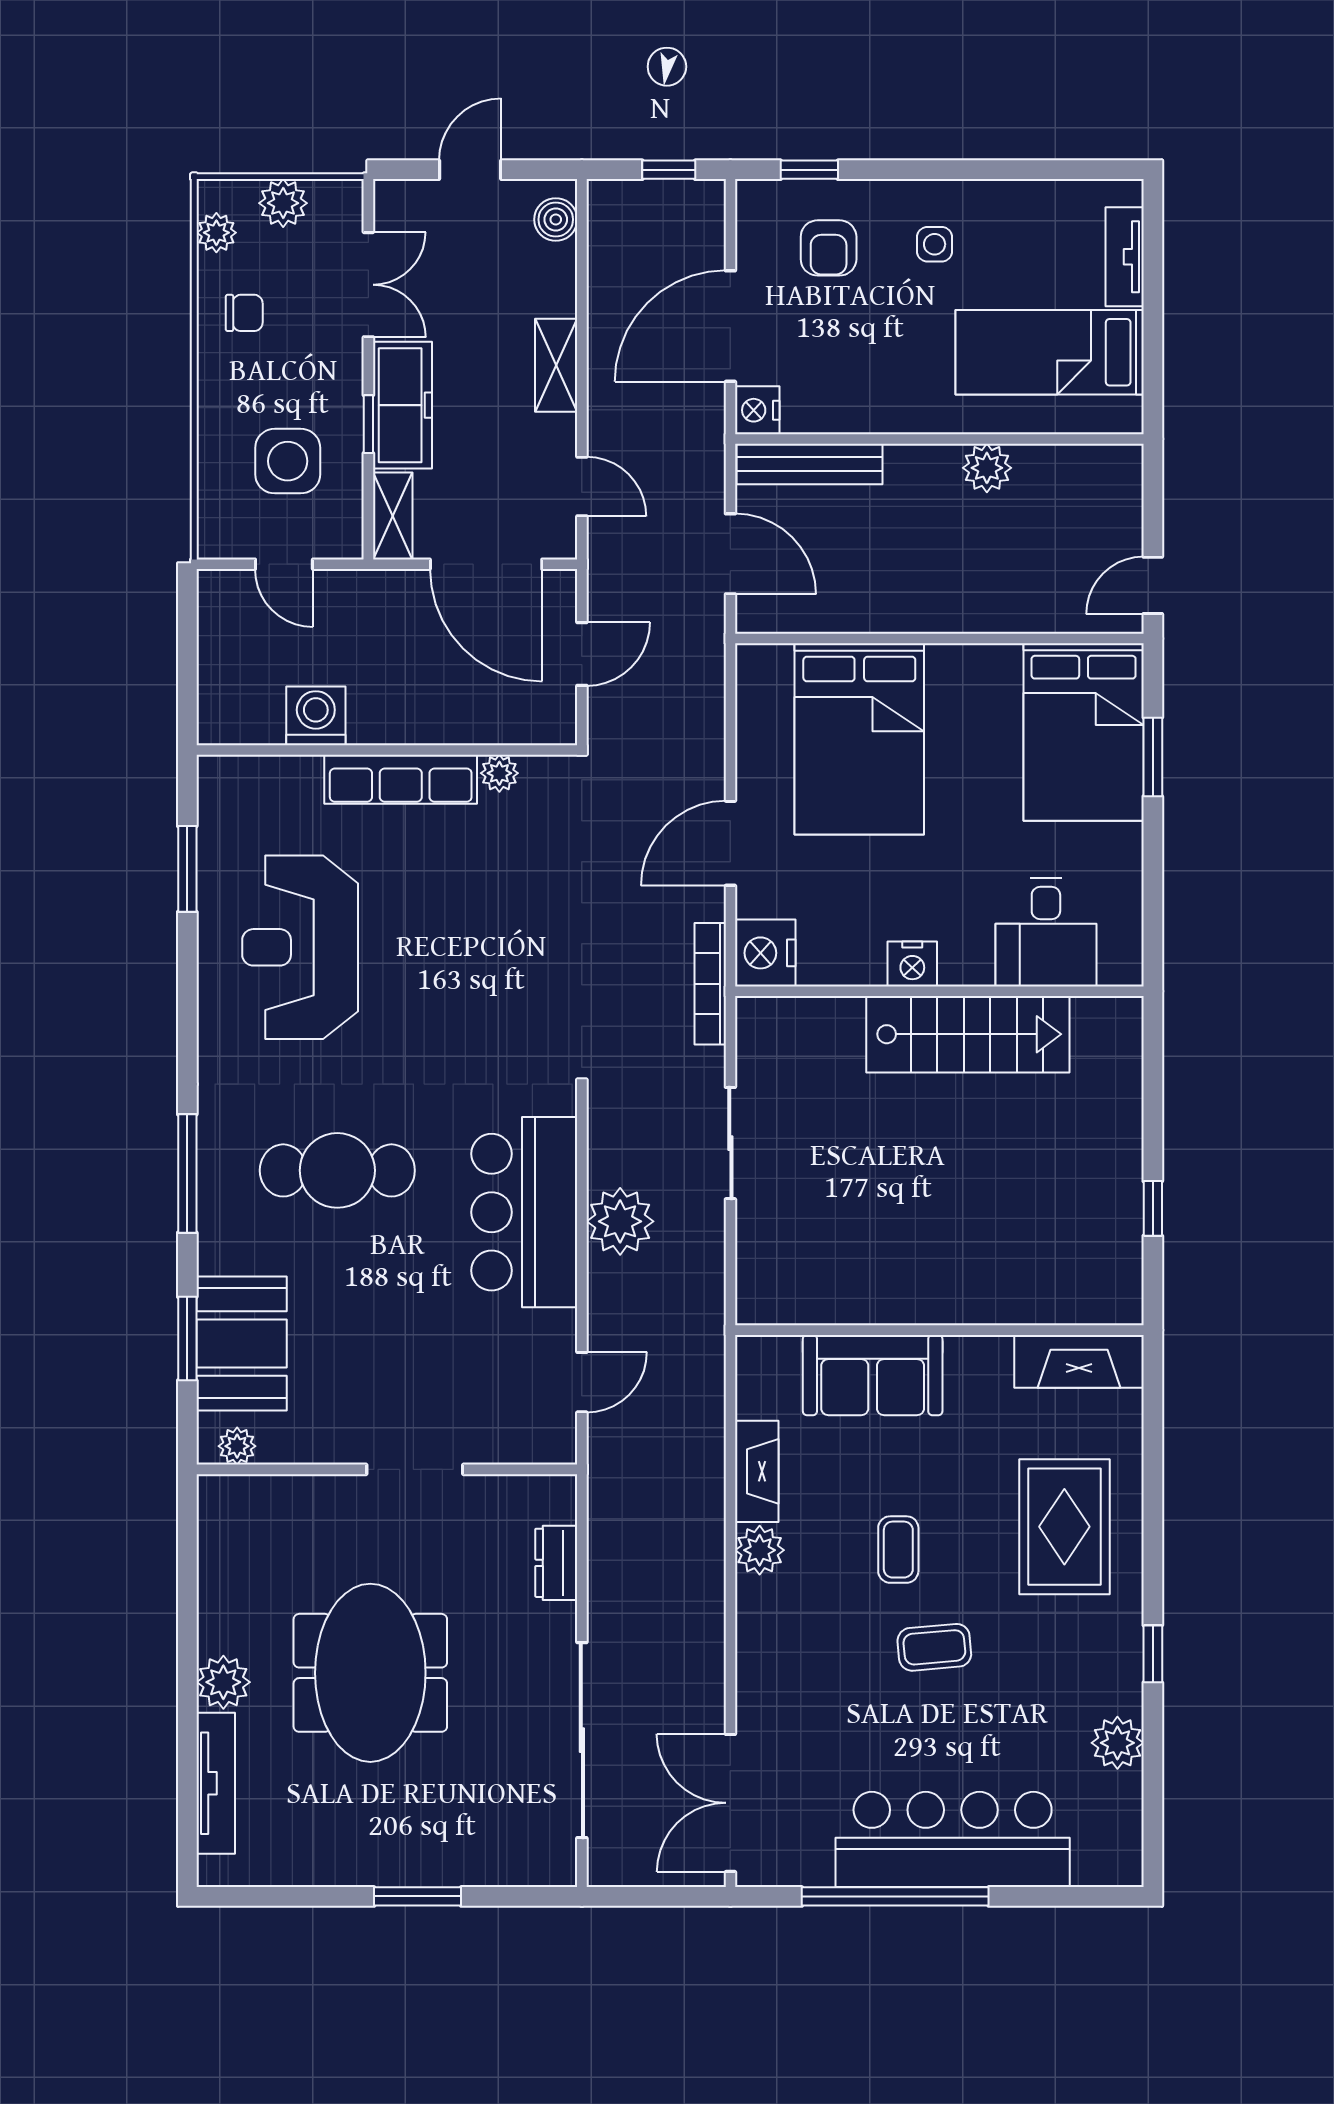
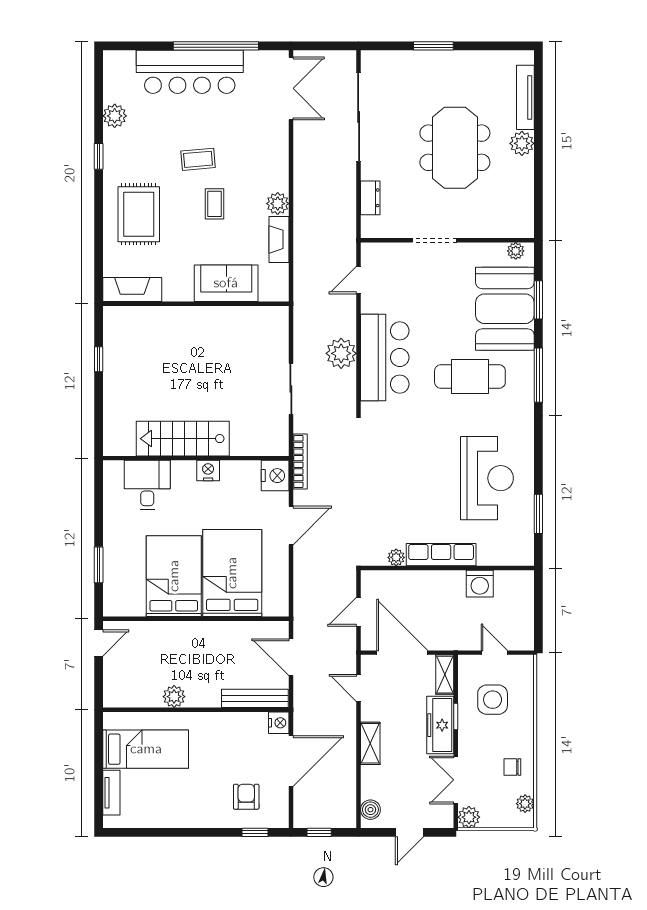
plant: (283, 203) -> (469, 817), moved
side table: (935, 244) -> (198, 798), removed
bed: (1084, 732) -> (174, 576), moved
booth: (242, 1343) -> (505, 309), width x1.36, depth x1.42

